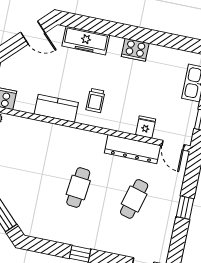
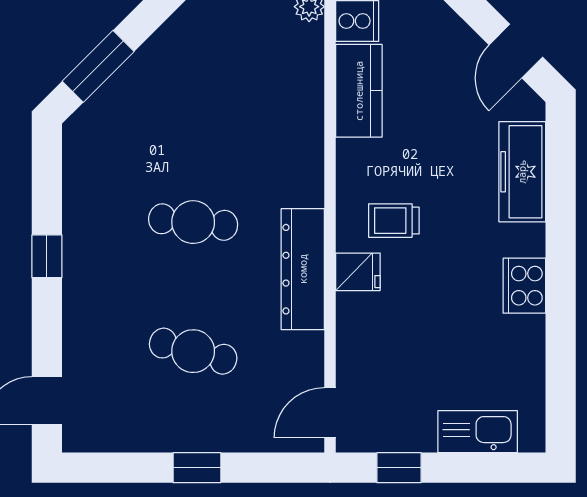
kitchen counter: (56, 108) -> (359, 91), moved
fridge: (146, 127) -> (358, 272), moved
dresser: (132, 149) -> (303, 269), moved

